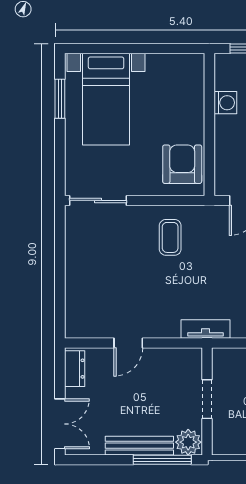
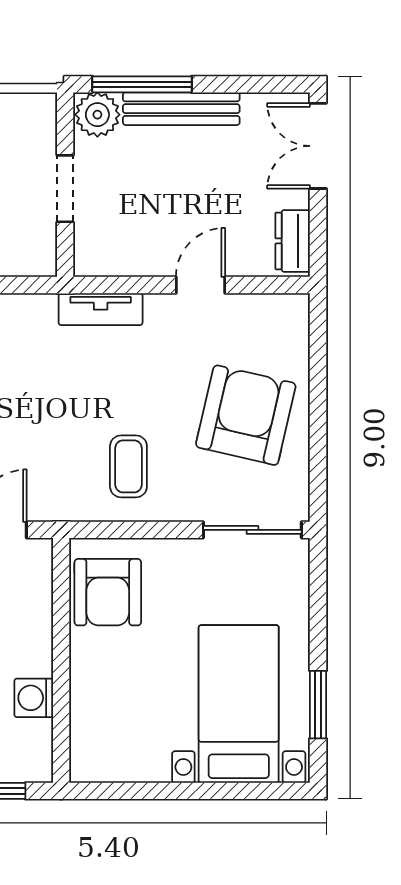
armchair: (102, 267) -> (246, 415), added
tv unit: (206, 329) -> (101, 309), moved

